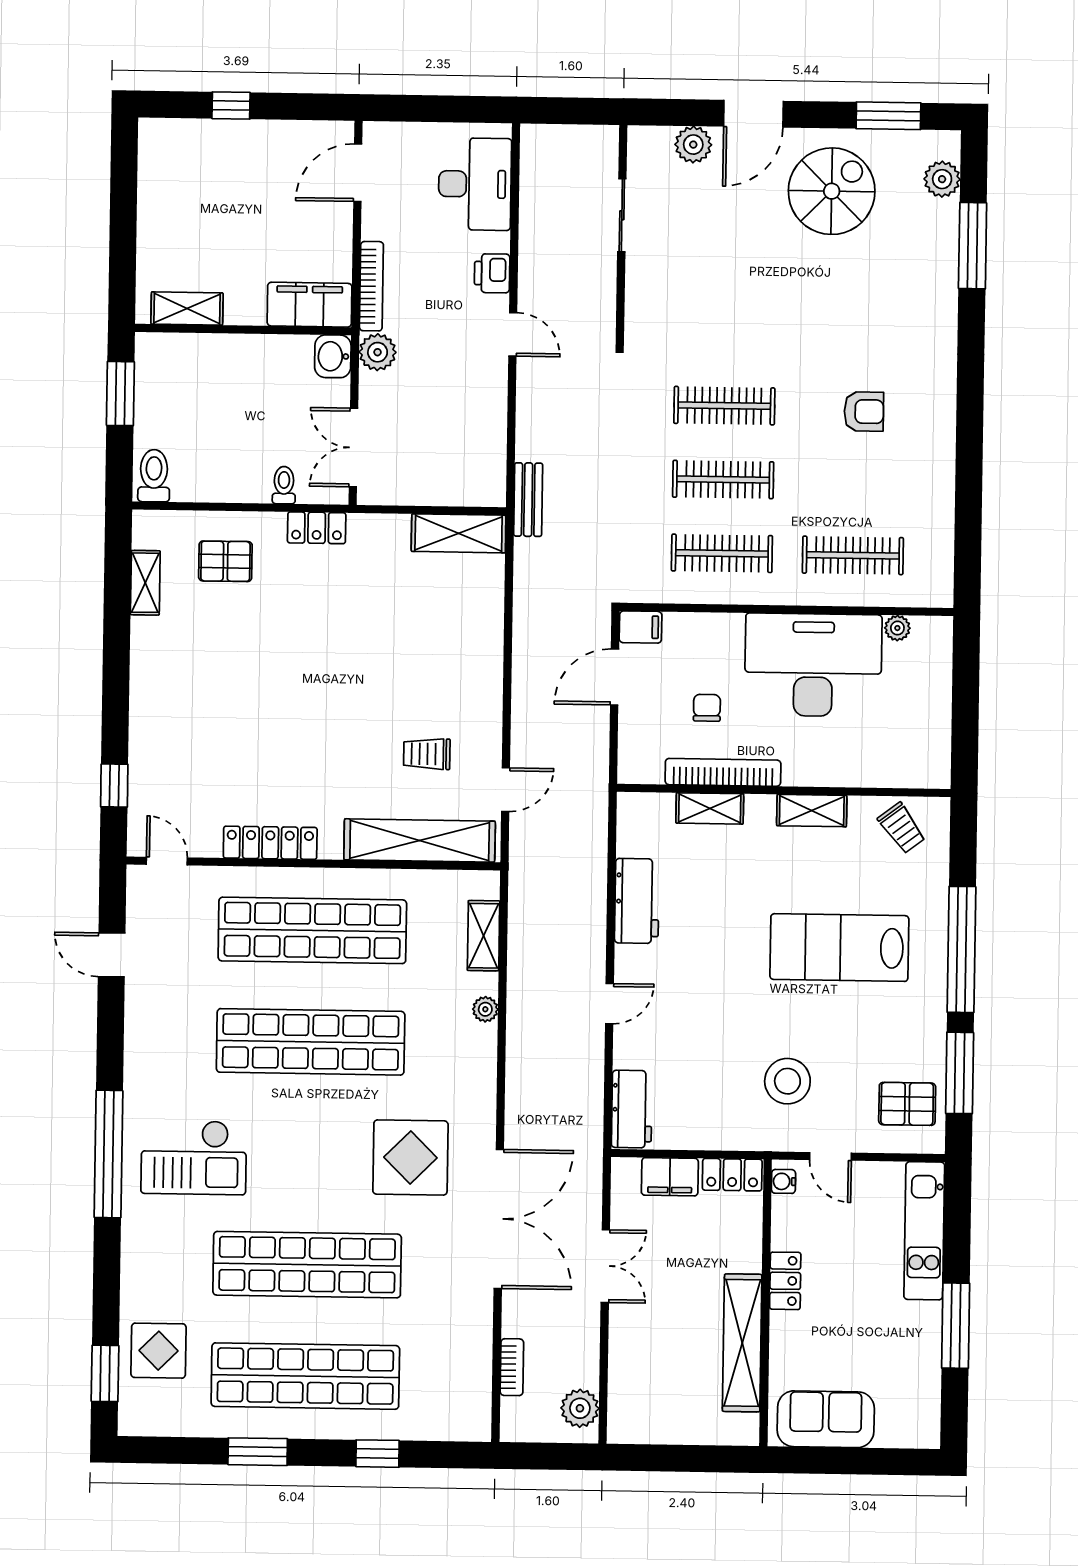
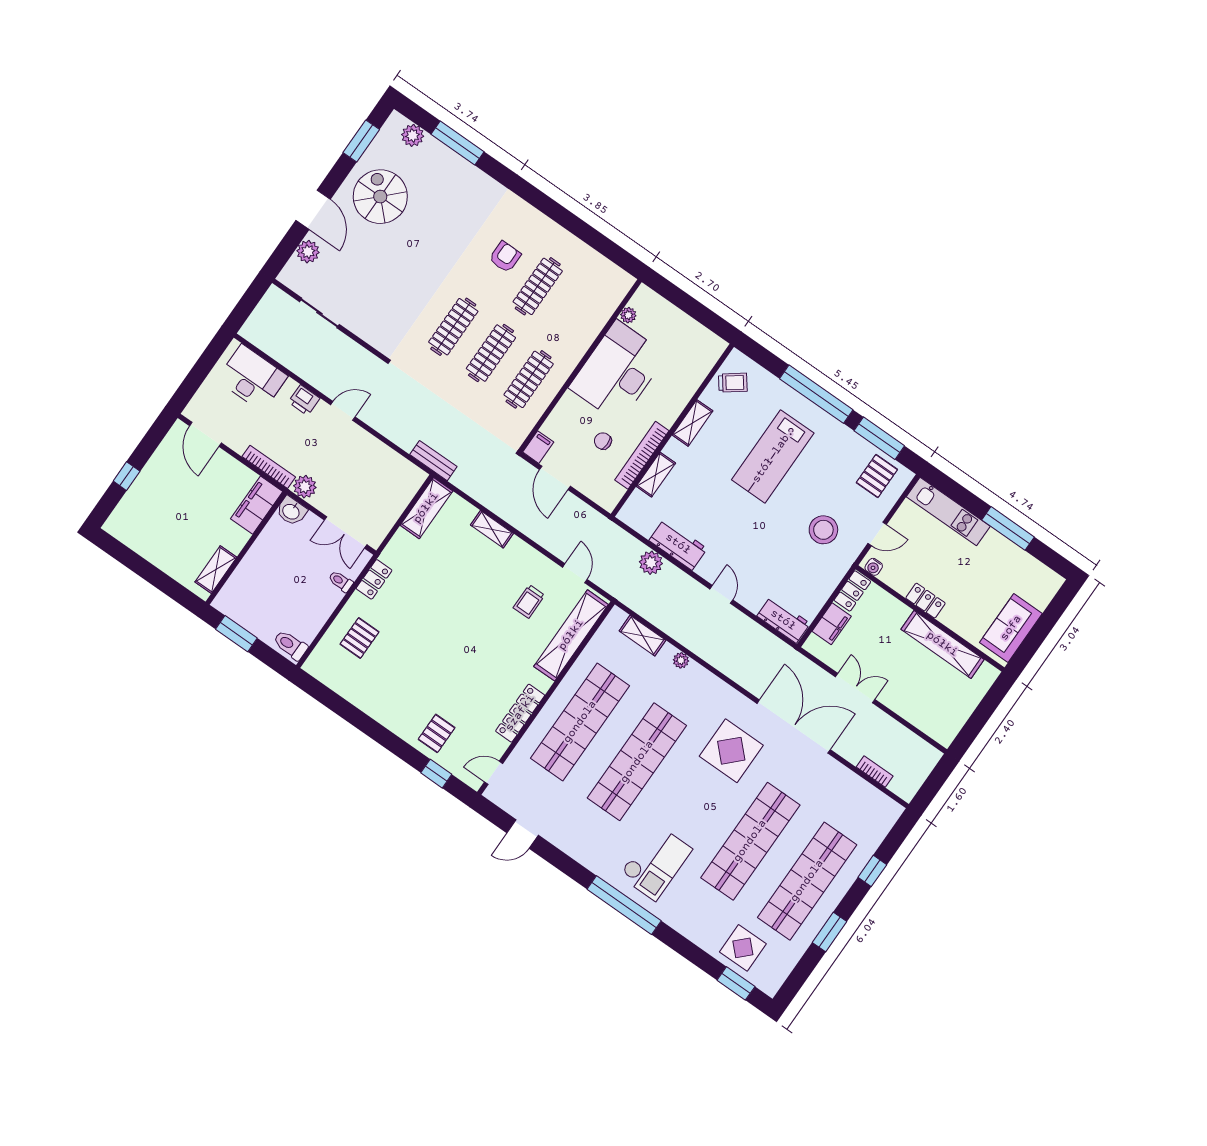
clothes rail: (853, 555) -> (538, 286), moved
shelving: (145, 583) -> (492, 529), moved
pallet: (168, 750) -> (437, 733), added
plant: (580, 1408) -> (651, 563), moved

